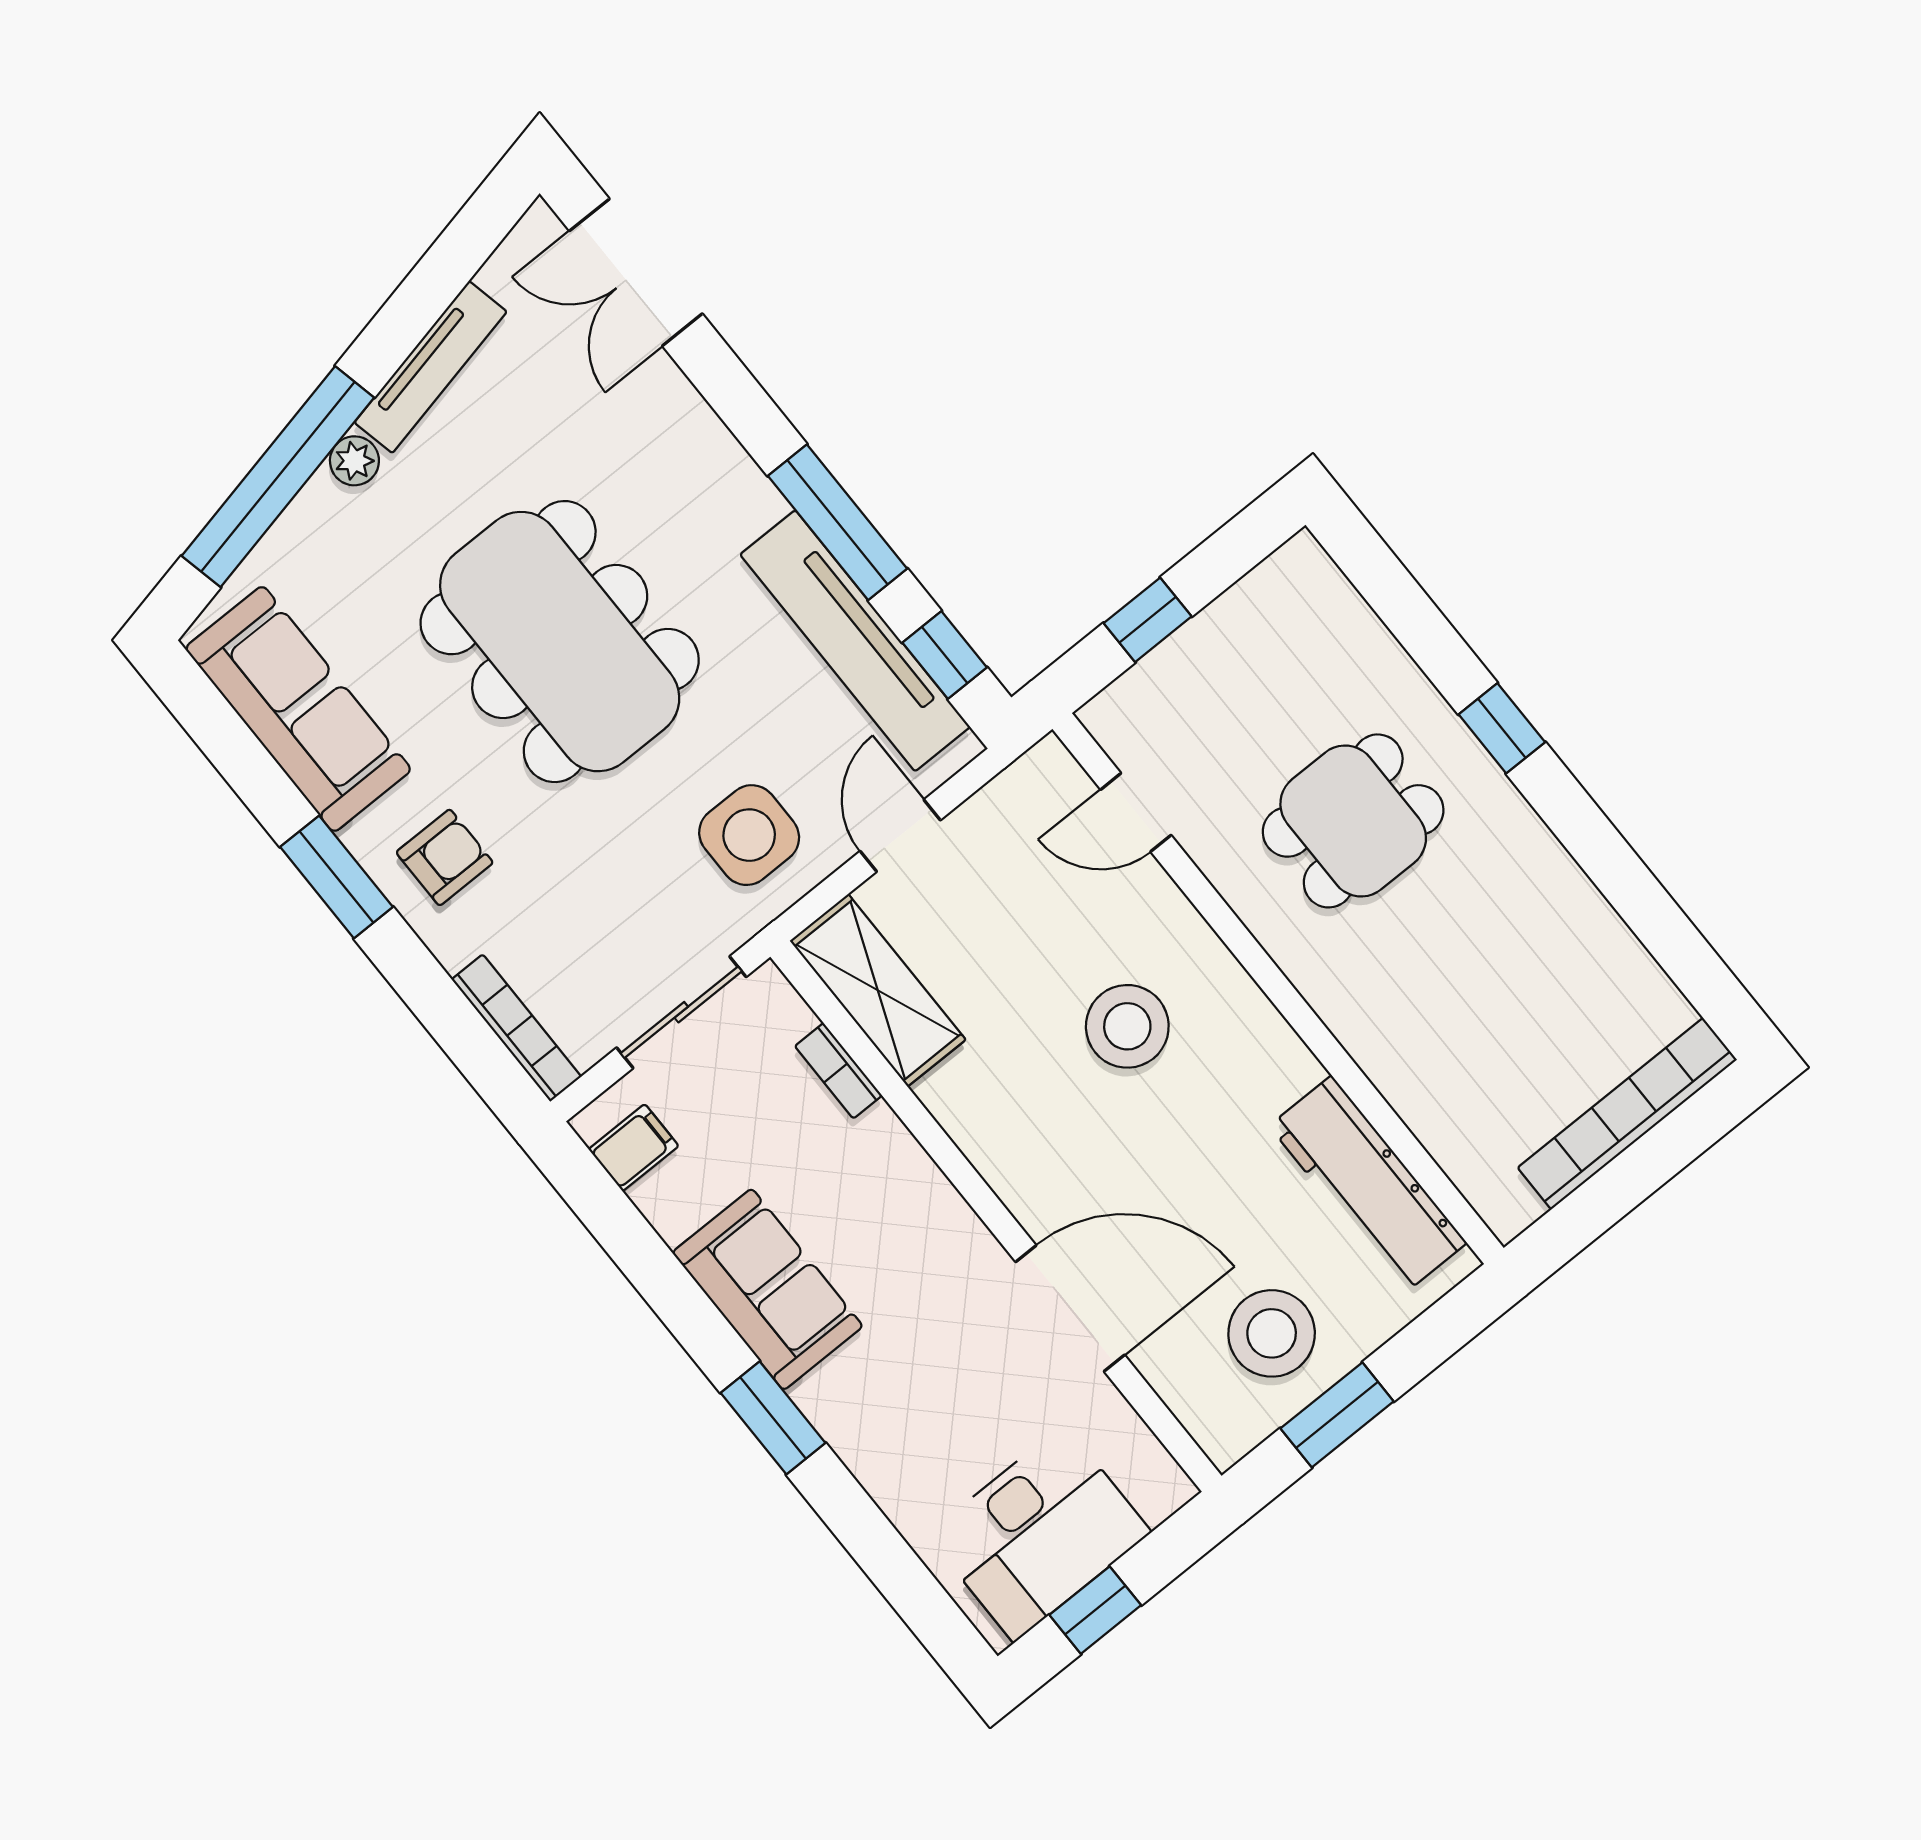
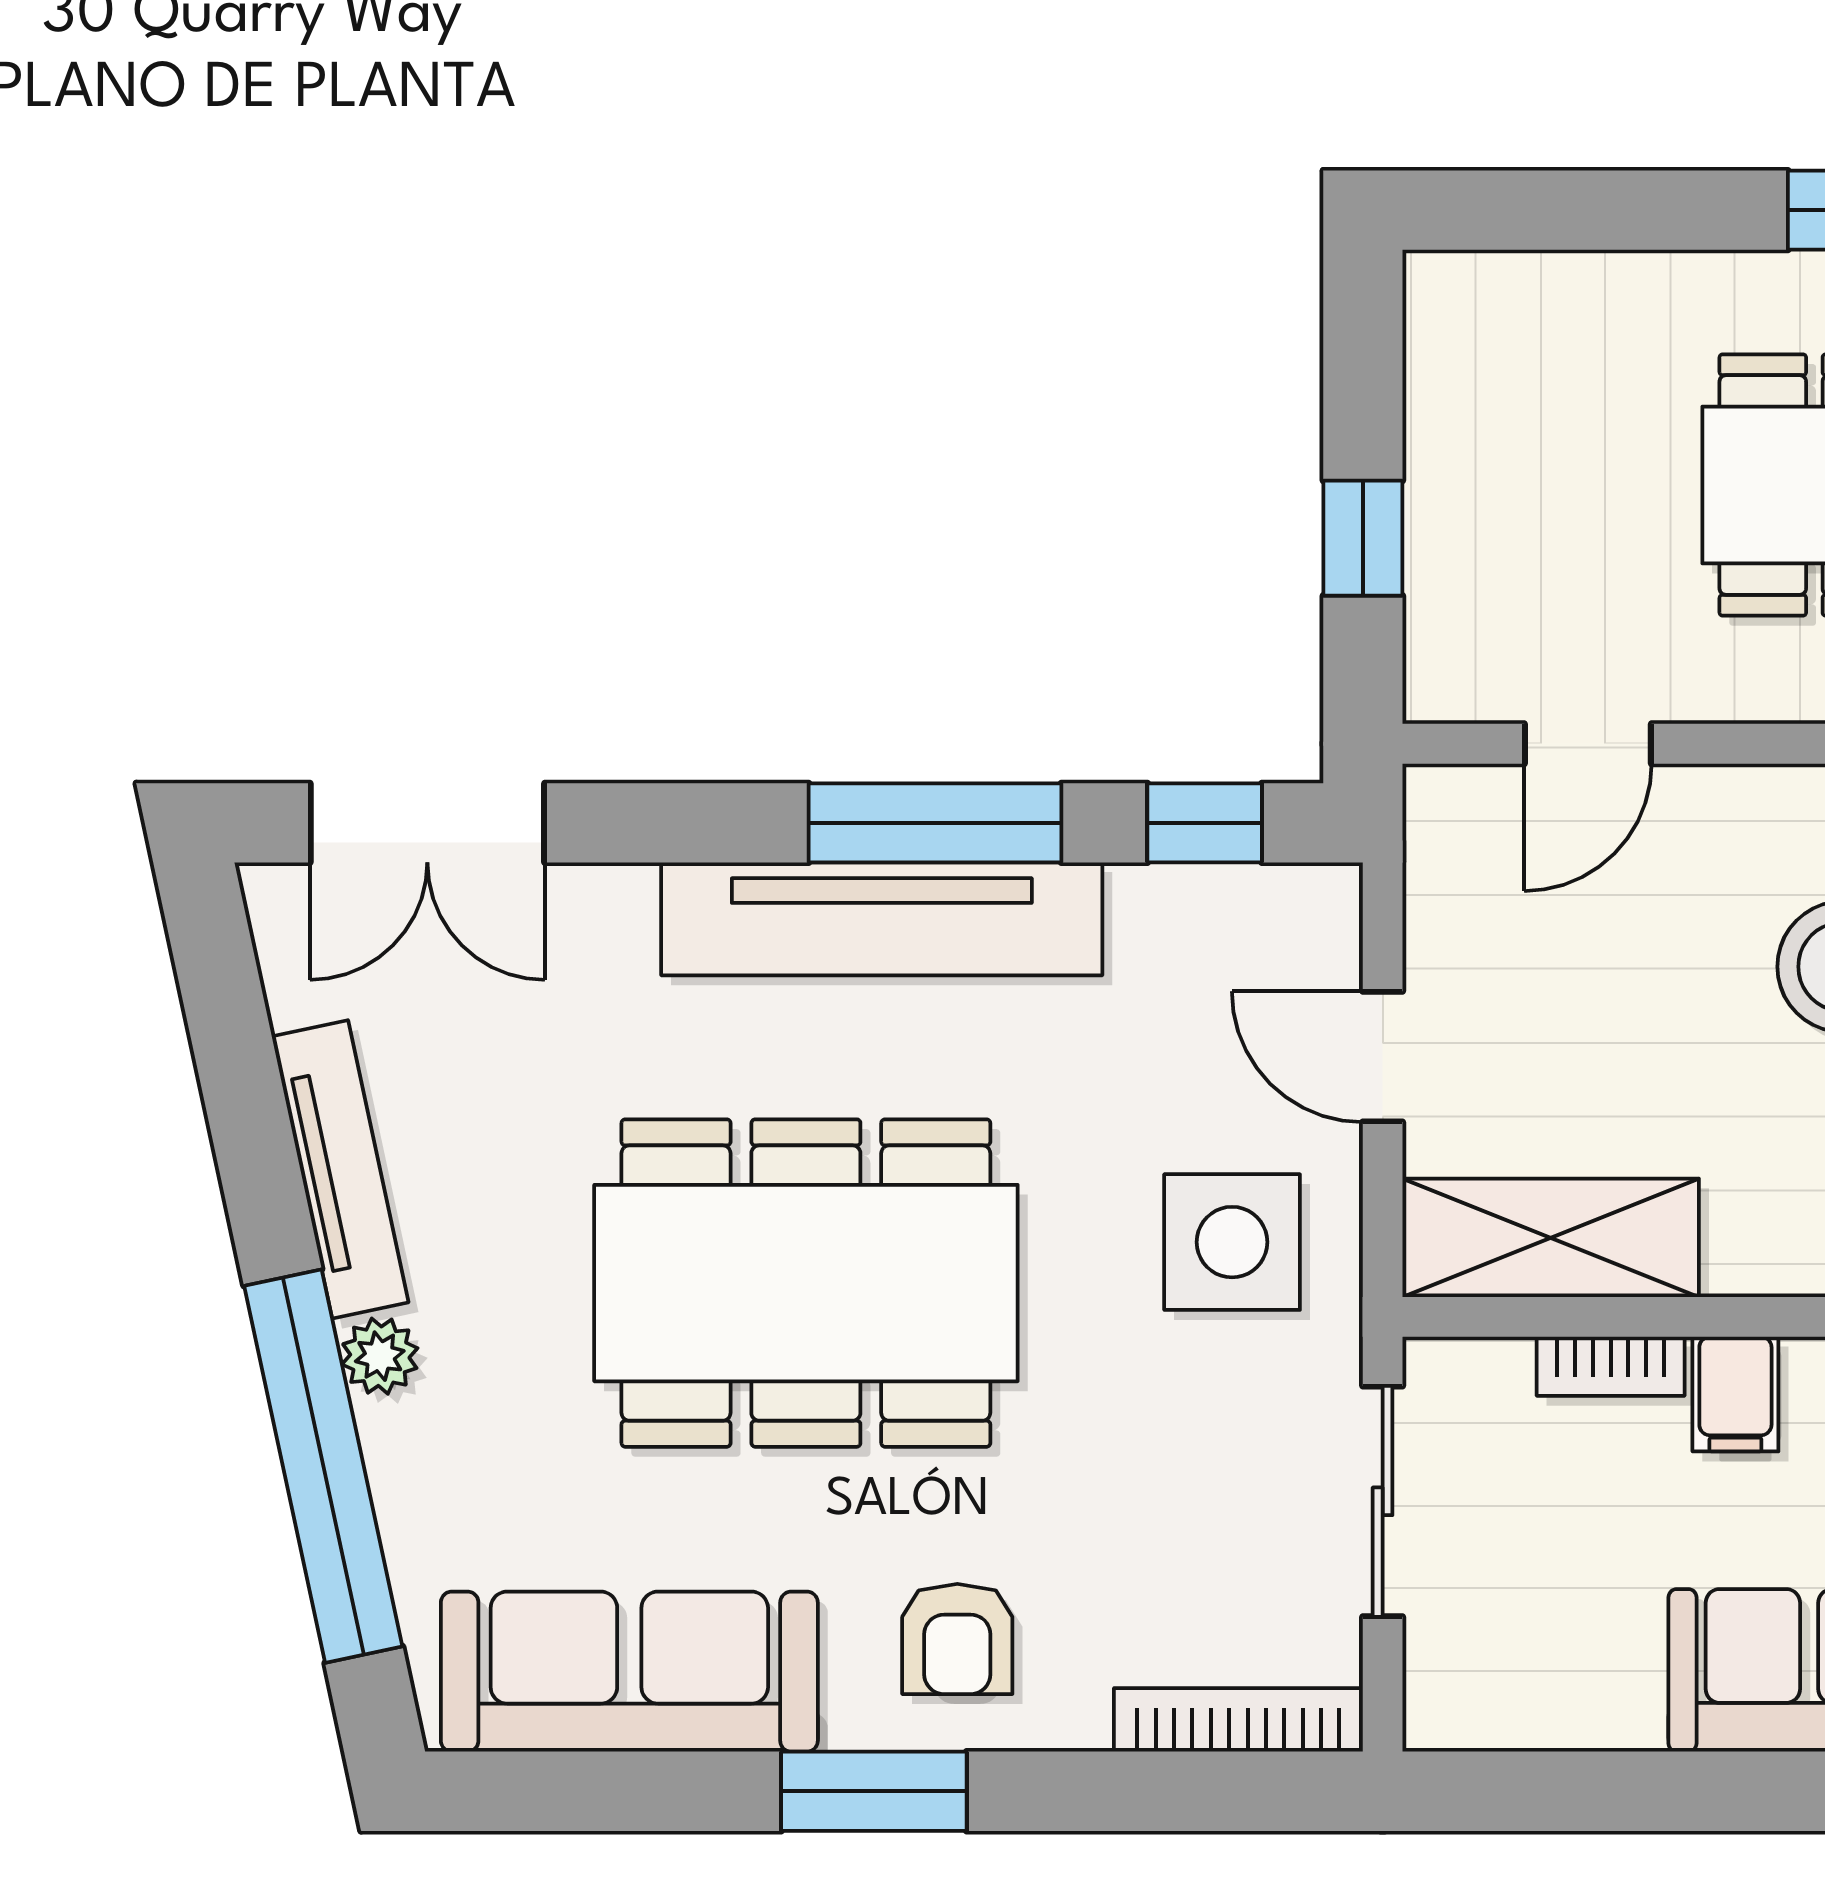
tv unit: (855, 641) -> (882, 919), moved
armchair: (445, 857) -> (957, 1639), turned 180
filing cabinet: (634, 1148) -> (1735, 1394), moved, turned 180

